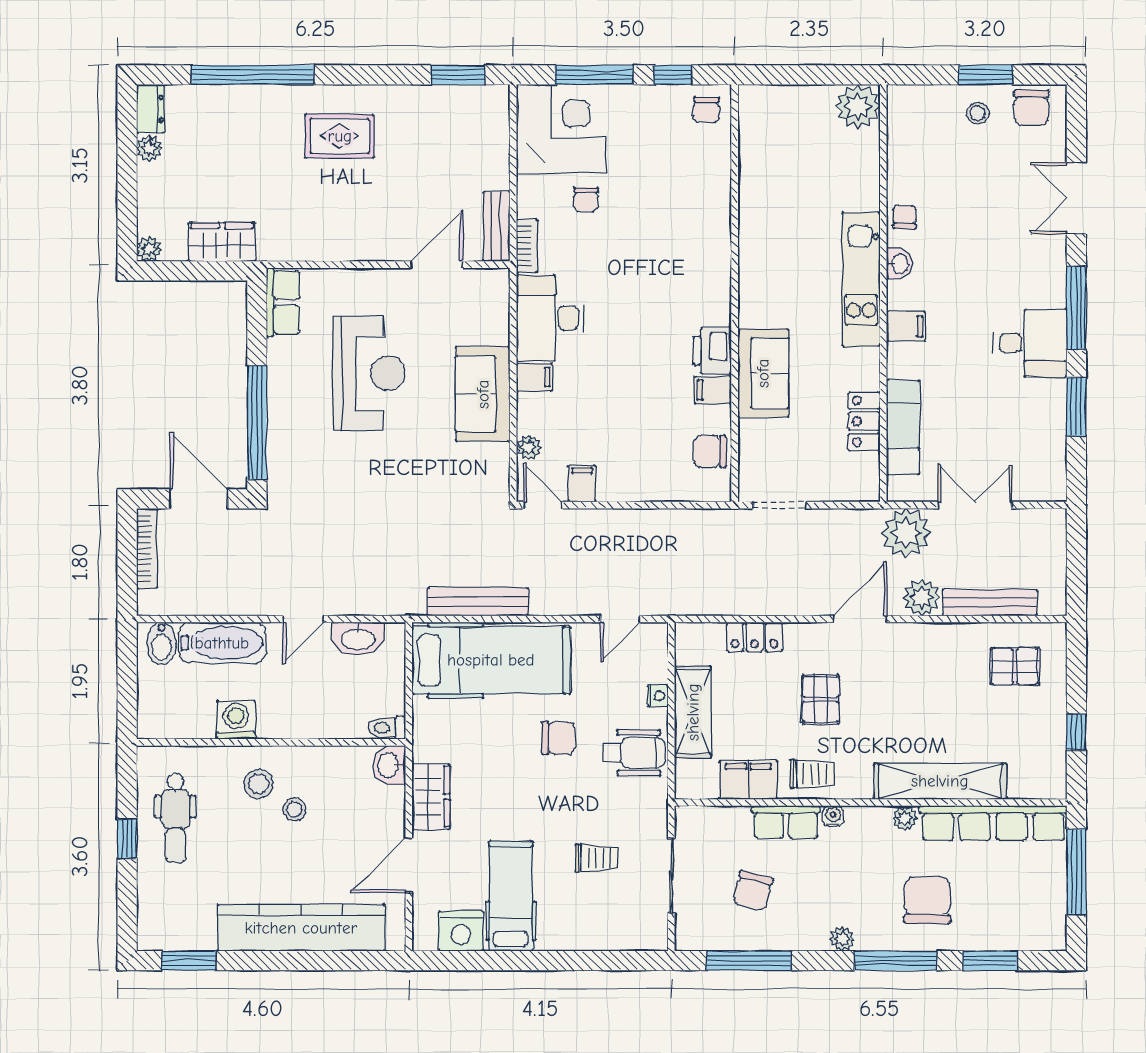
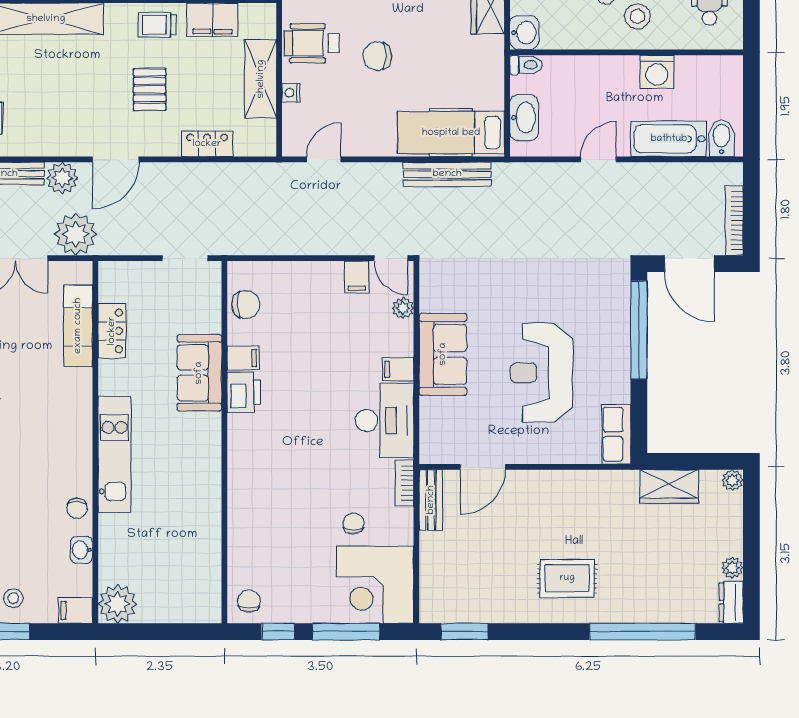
washbasin: (899, 264) -> (82, 550), moved
filing cabinet: (906, 326) -> (75, 610), moved
washbasin: (358, 638) -> (524, 118), moved, turned 90
hospital bed: (491, 660) -> (451, 133), width x0.73, depth x0.78

